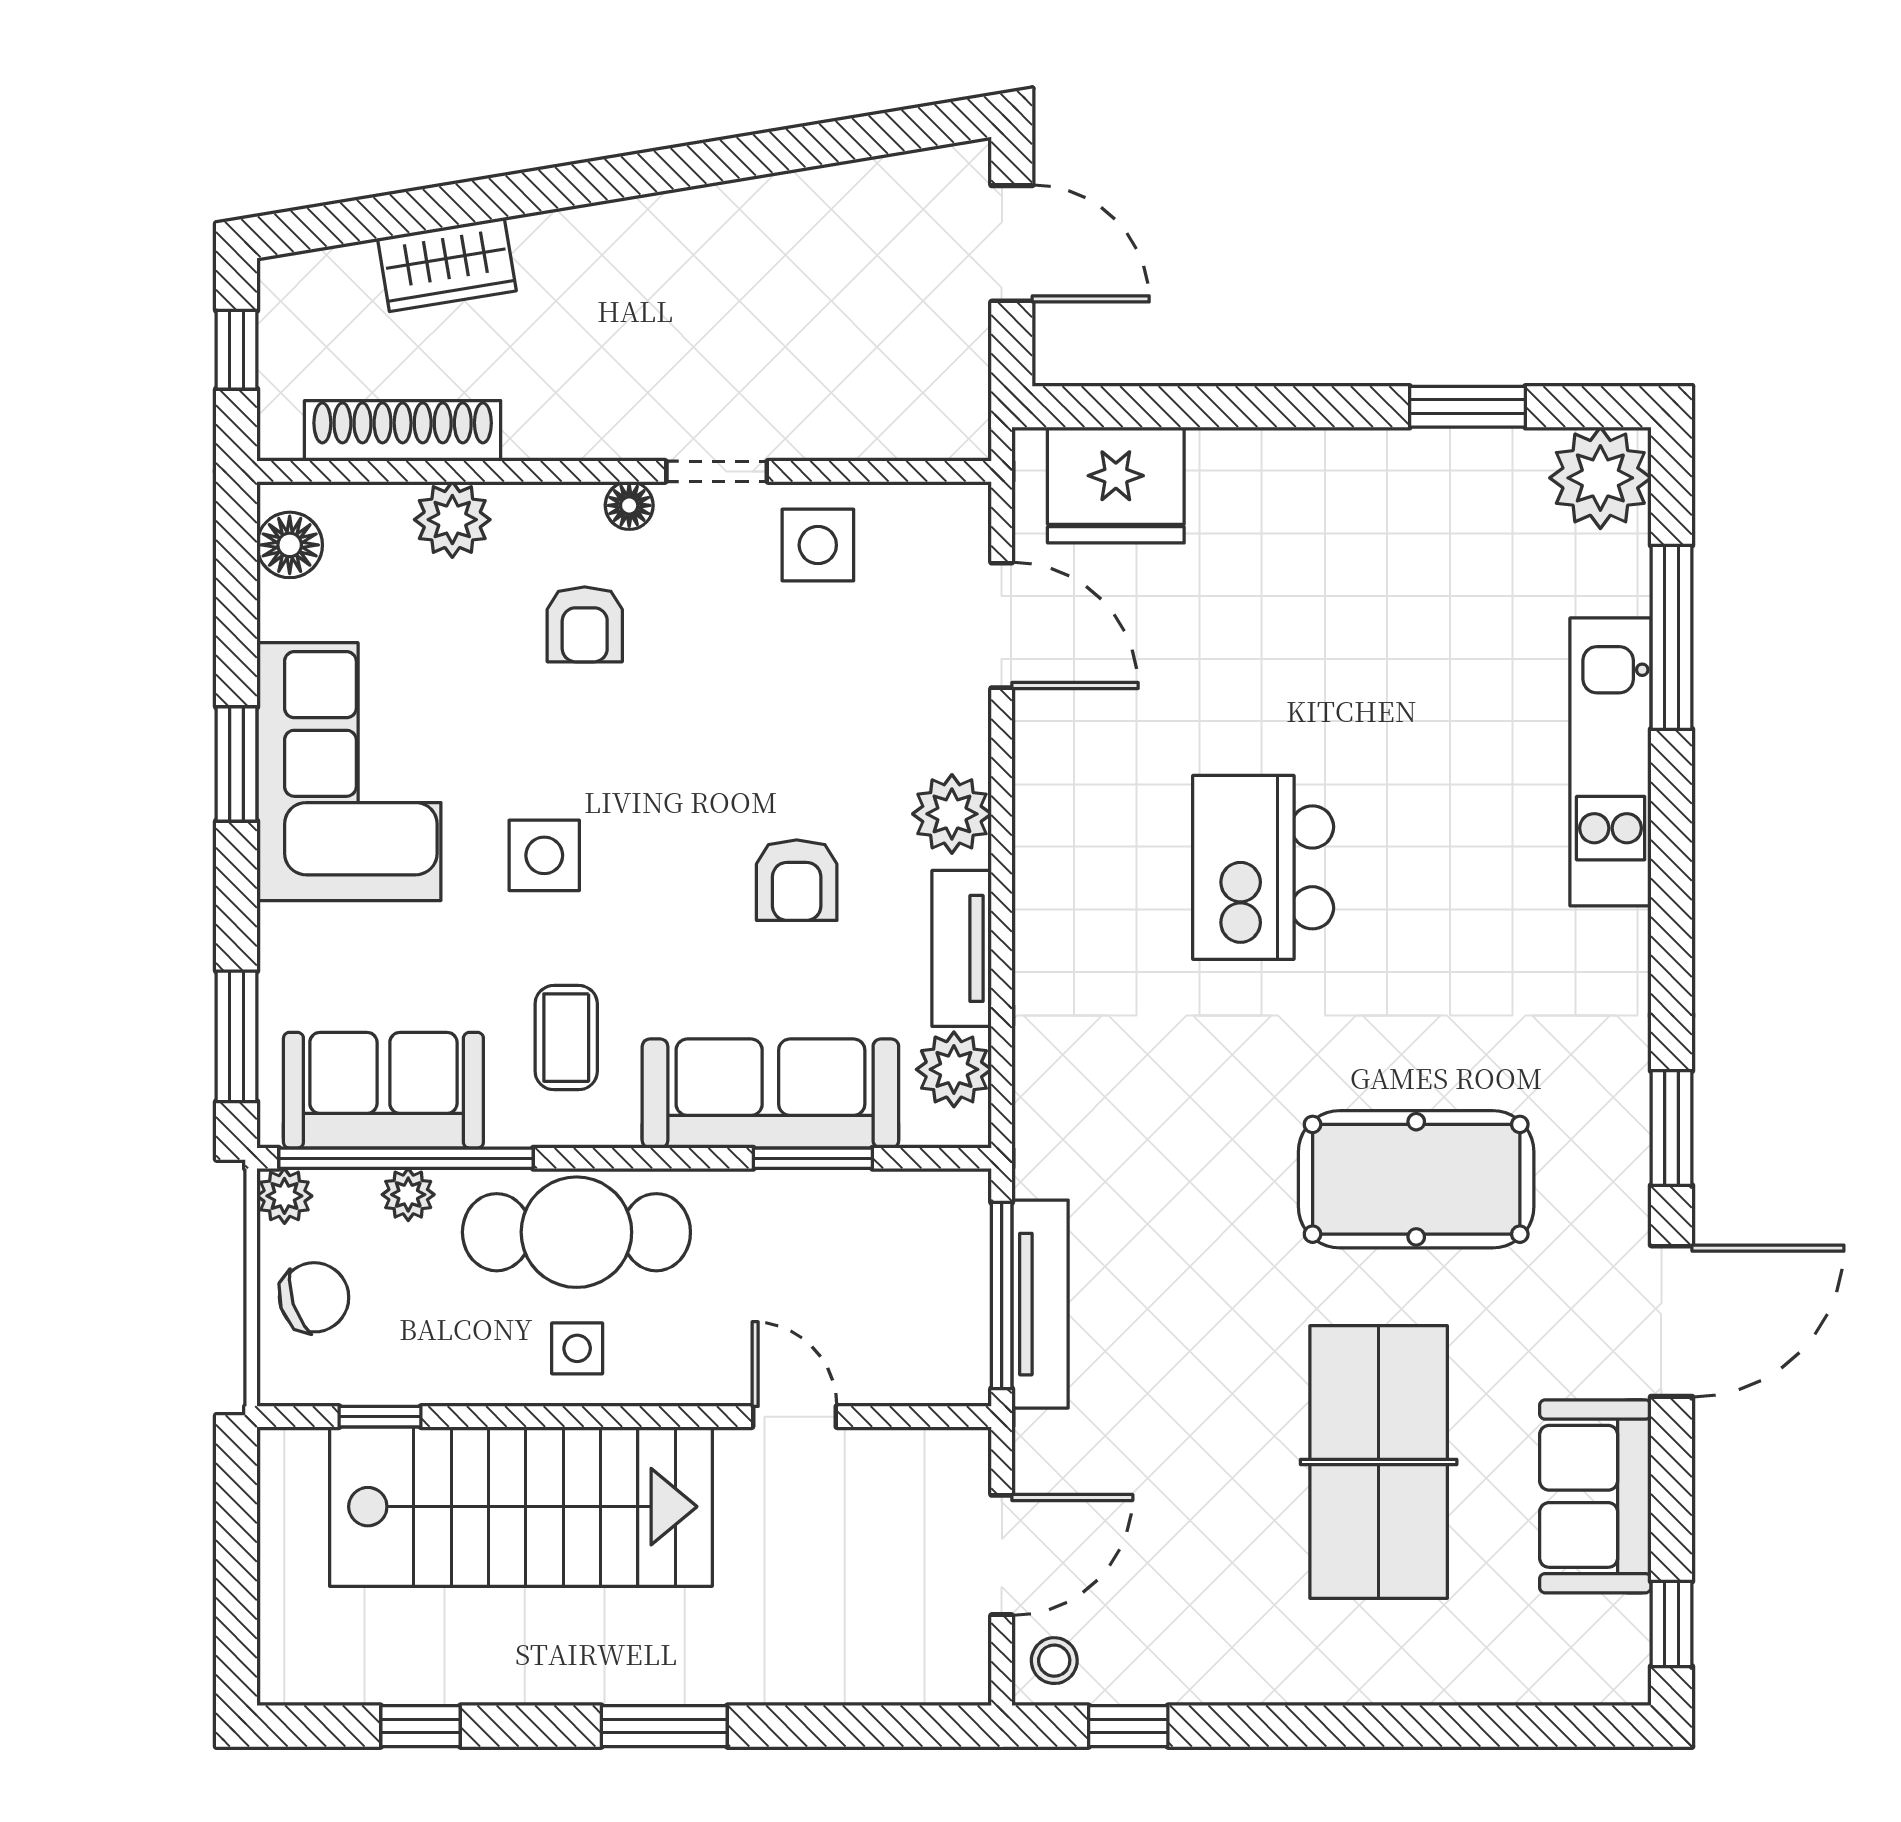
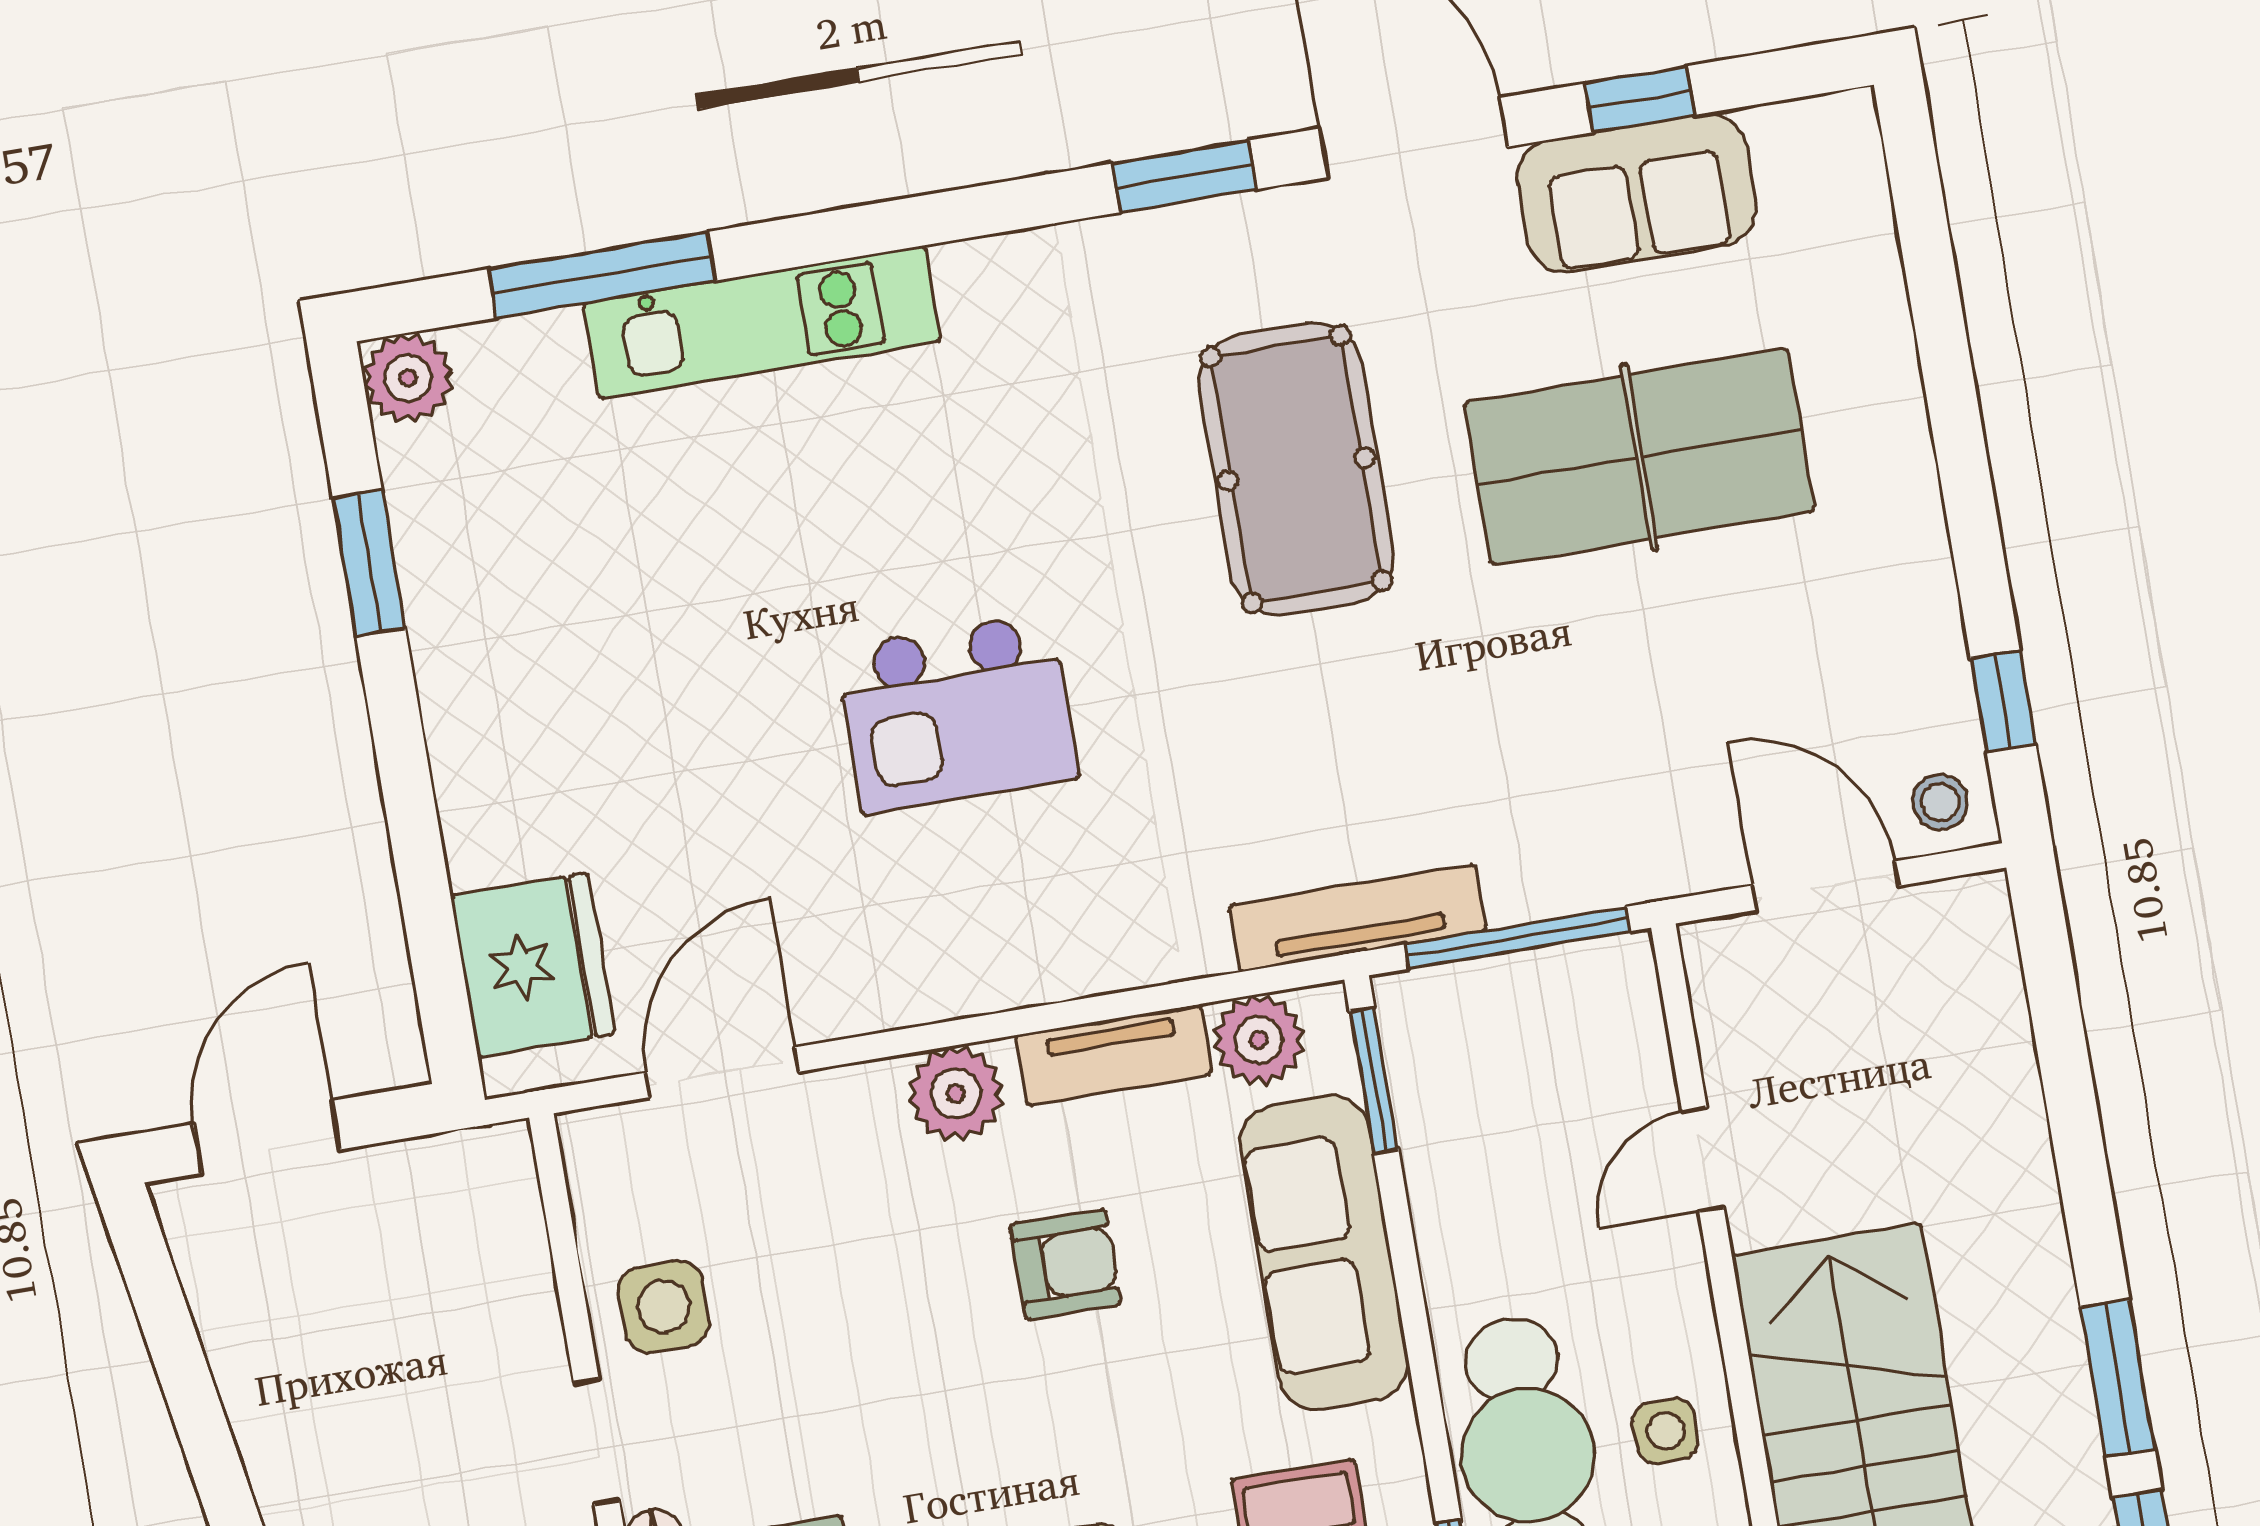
plant: (1600, 478) -> (408, 378), width x0.73, depth x0.73
window: (813, 1158) -> (1374, 1080), moved
tv unit: (1040, 1304) -> (1358, 918), moved
window: (1672, 1624) -> (1640, 99), moved
window: (664, 1726) -> (2118, 1378), moved

